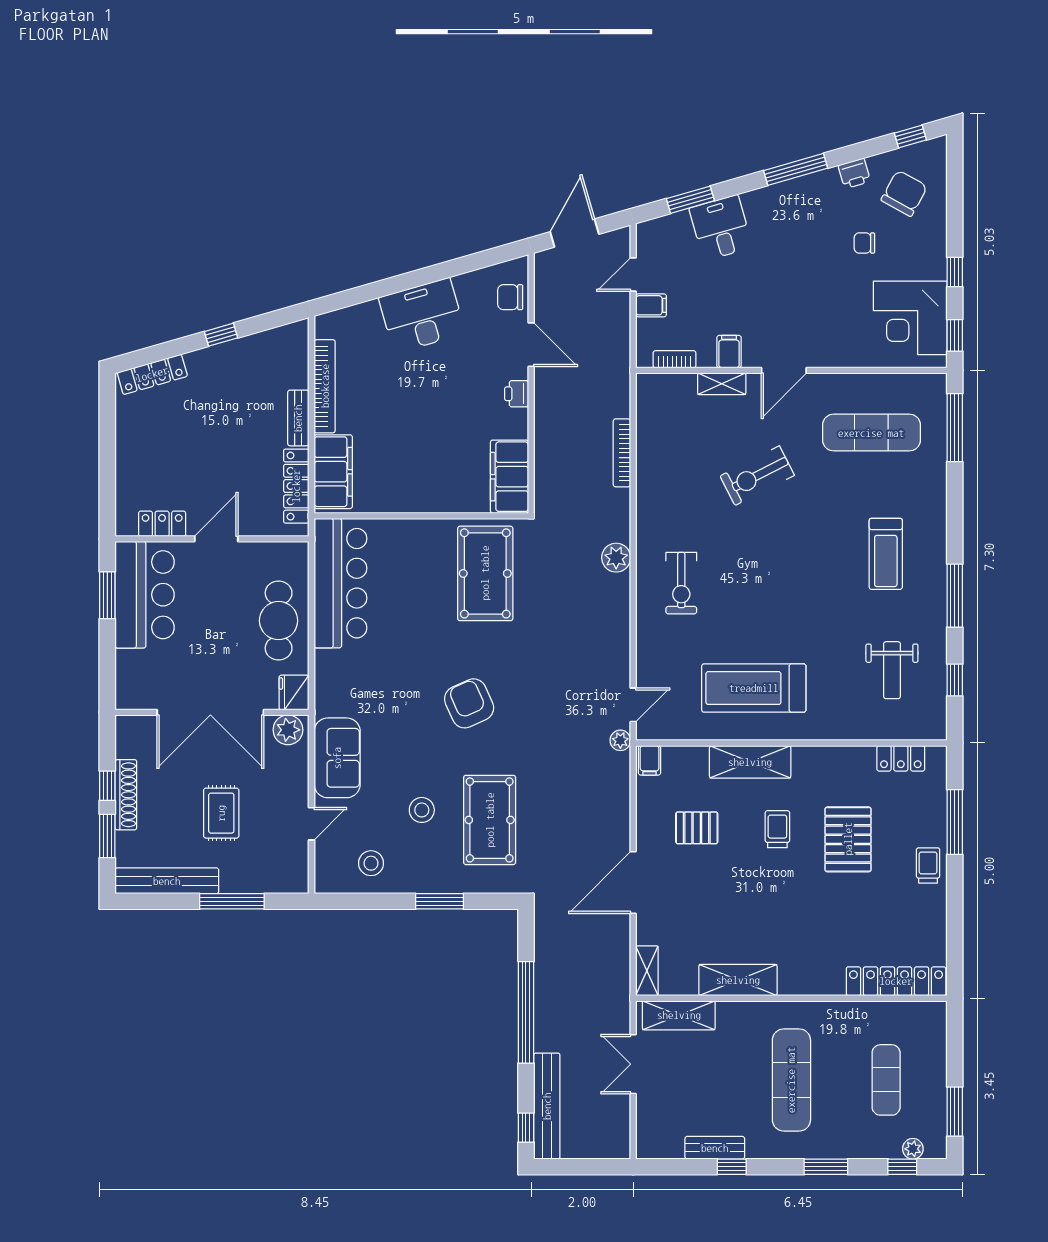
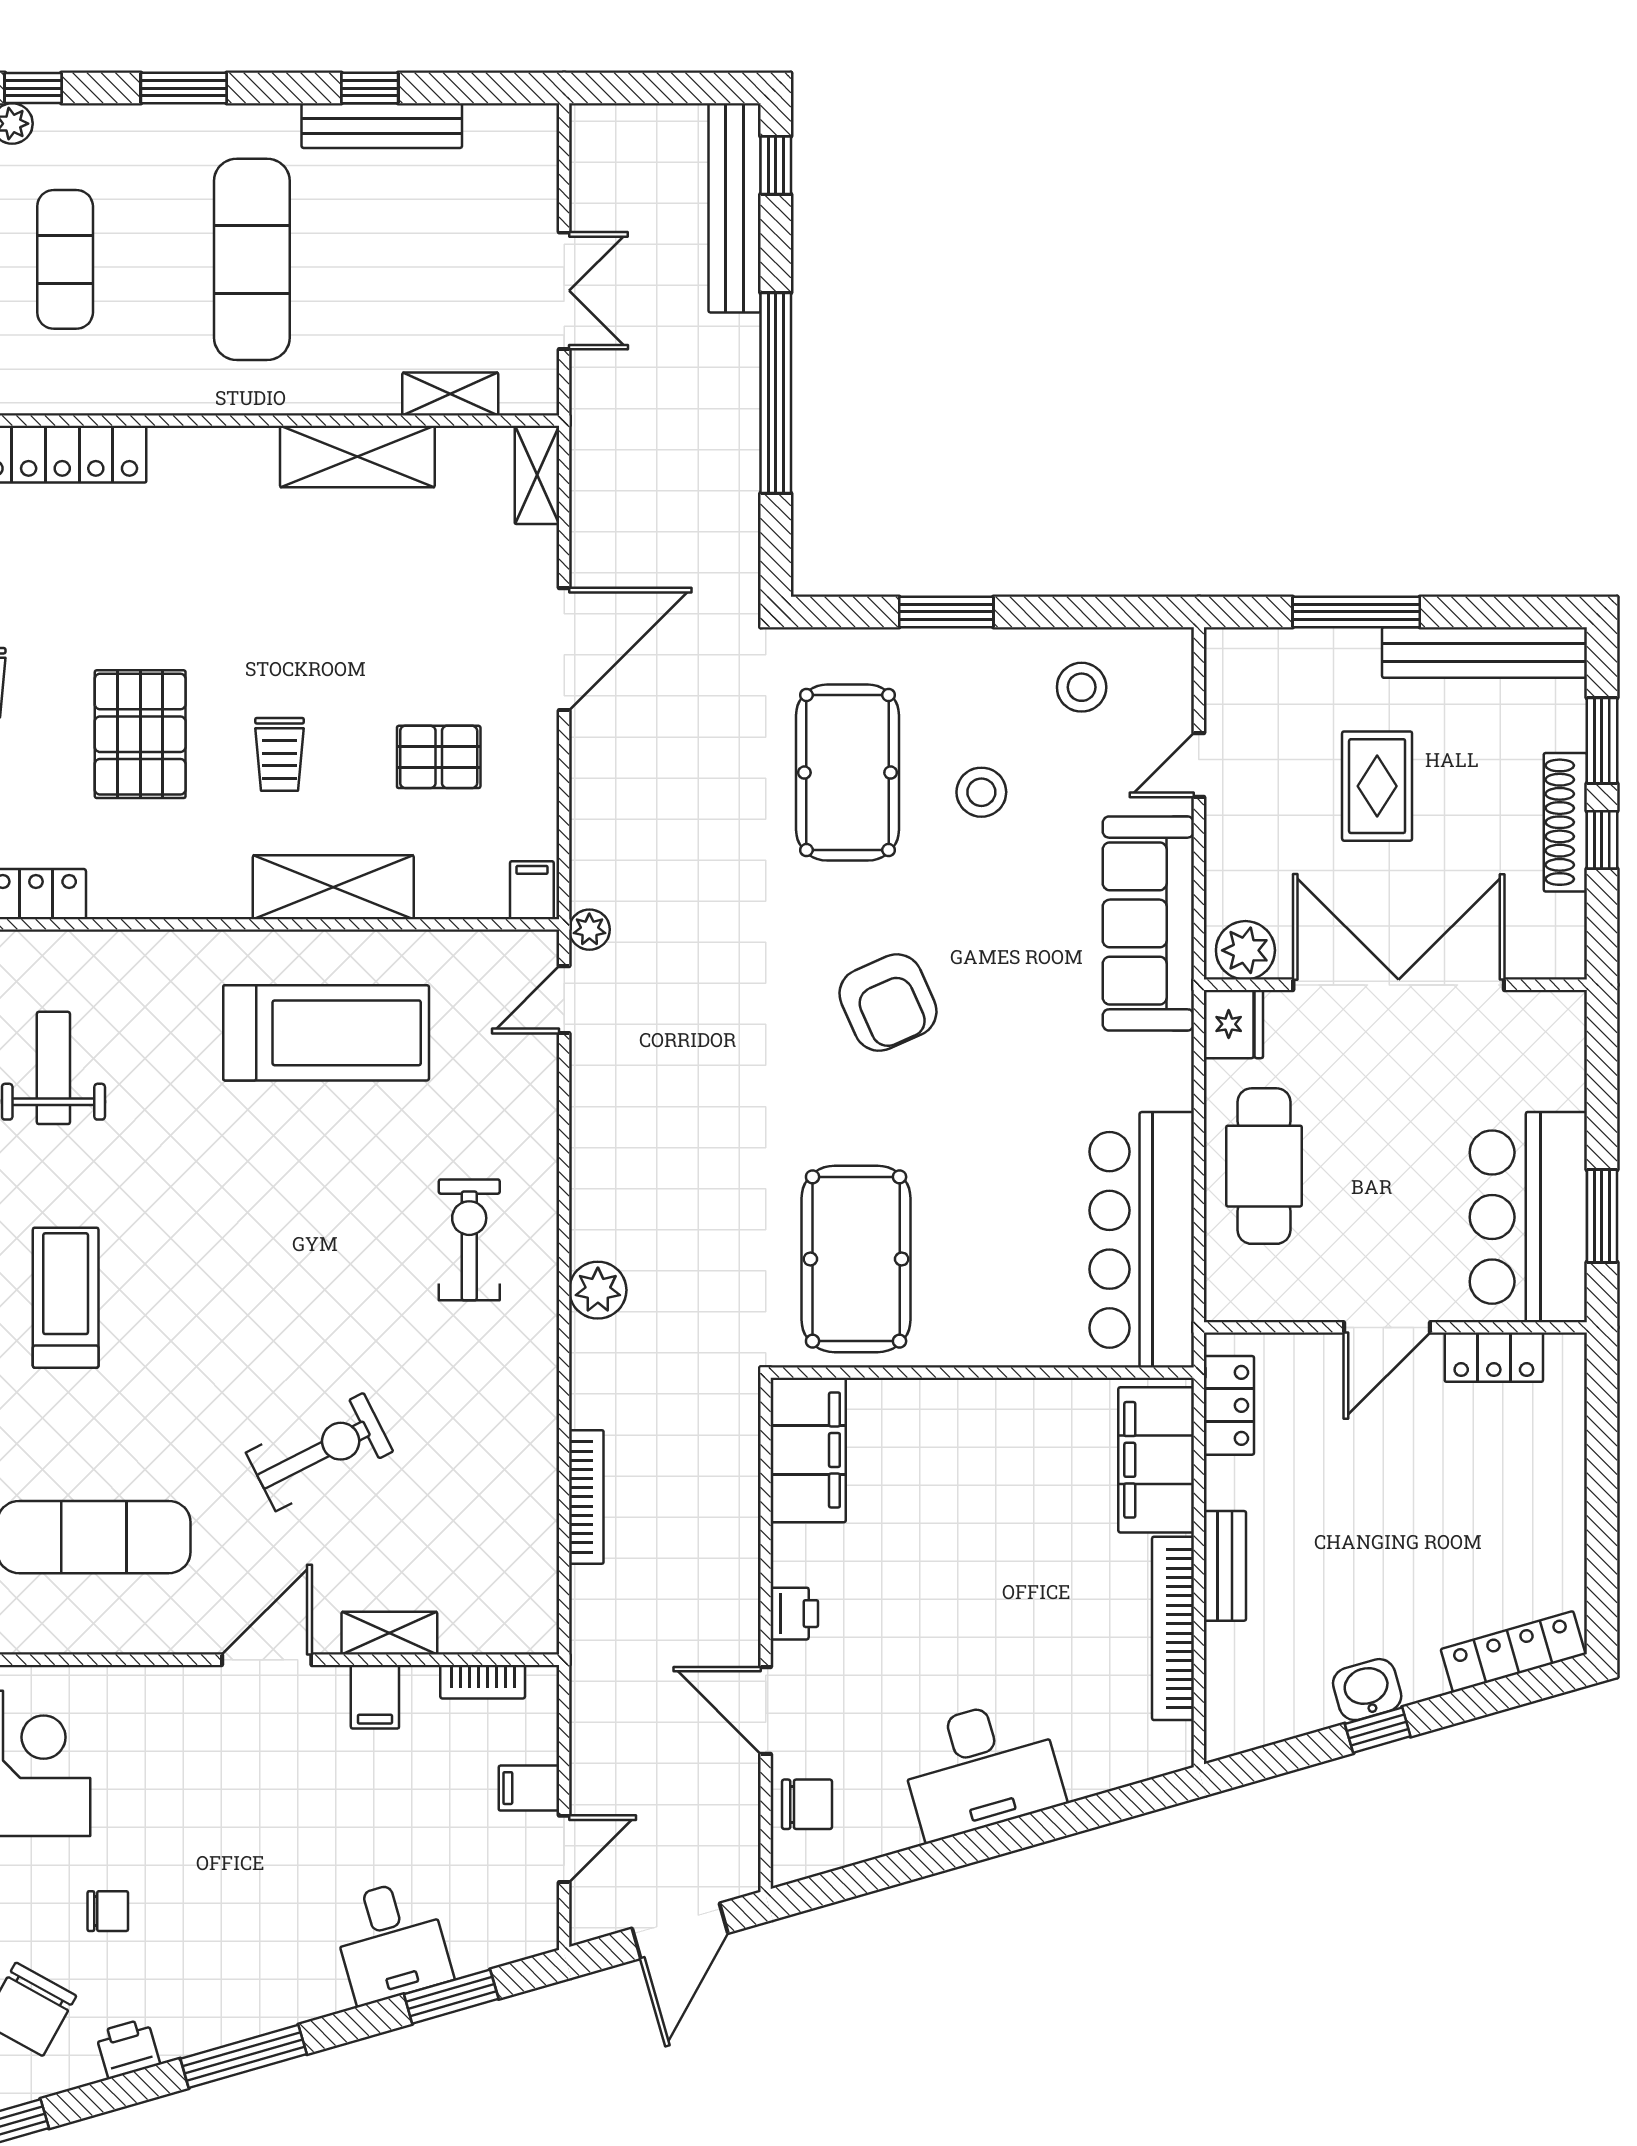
washbasin: (226, 355) -> (1367, 1690), added
locker: (296, 486) -> (1229, 1405), width x0.66
sofa: (337, 758) -> (1148, 923), width x1.36
shelving: (679, 1015) -> (450, 394), width x0.67, depth x0.75
bench: (715, 1148) -> (382, 126), width x1.36

